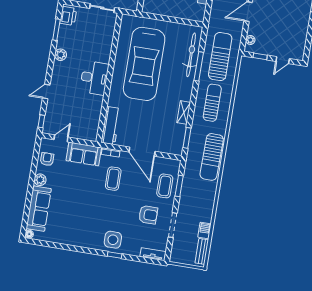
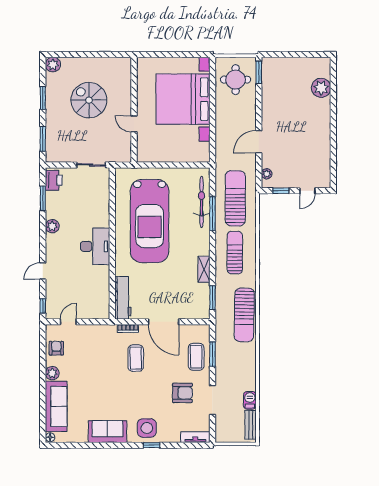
sofa: (84, 154) -> (107, 432), moved, turned 180

